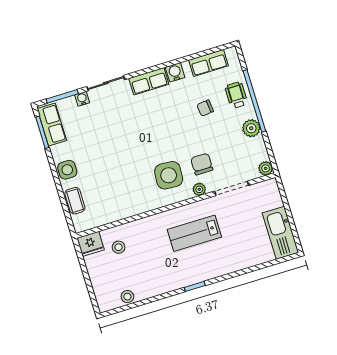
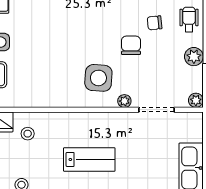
chair: (202, 164) -> (131, 45), moved
lab bench: (194, 233) -> (89, 159), moved, turned 180

